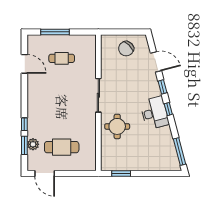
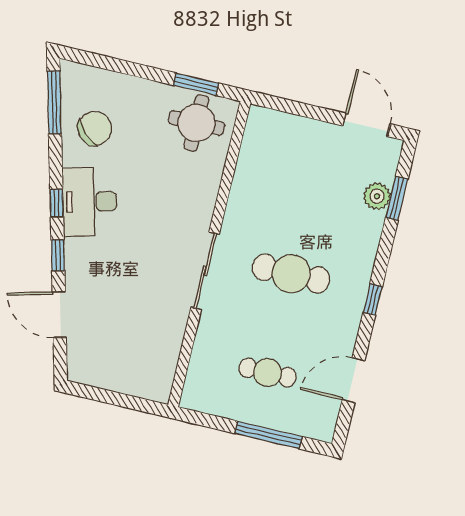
chair: (126, 49) -> (95, 128), moved
door: (24, 64) -> (353, 380), hinge flipped
window: (24, 124) -> (373, 299), moved
round table: (117, 126) -> (196, 123), moved
cafe table: (62, 147) -> (291, 274), moved

